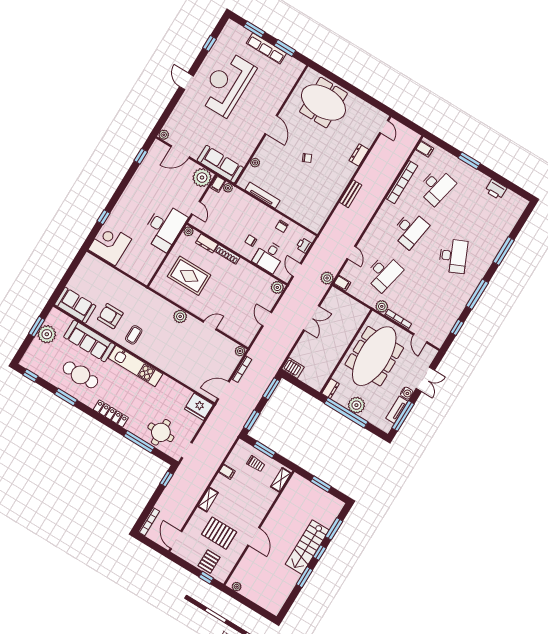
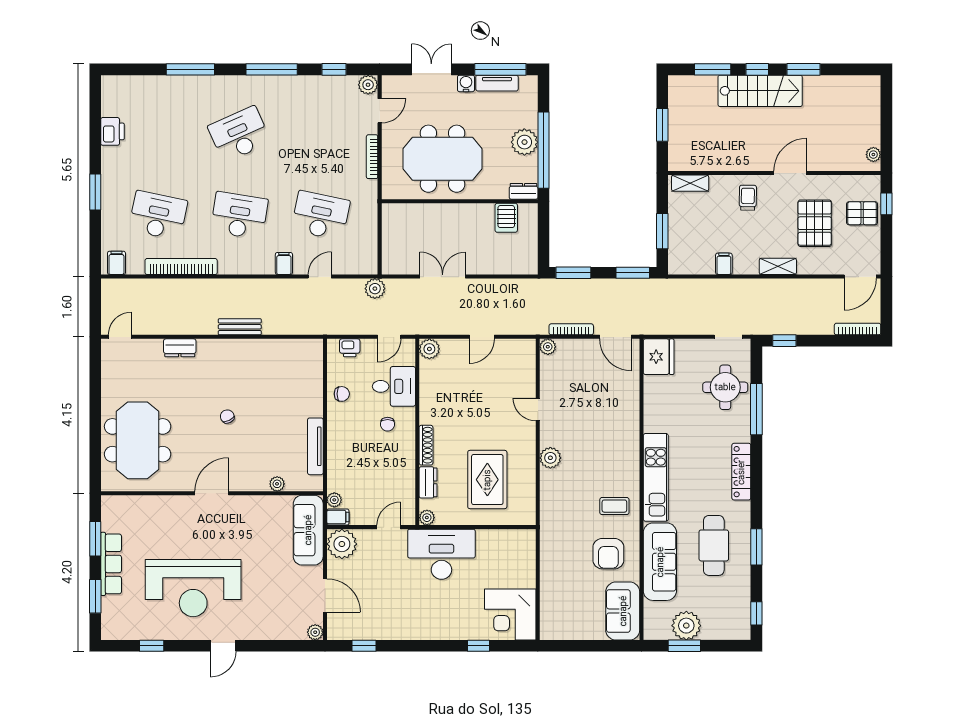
filing cabinet: (342, 283) -> (284, 263), moved
plant: (382, 306) -> (368, 85), moved
meeting table: (374, 356) -> (442, 159), width x0.73
server rack: (293, 368) -> (506, 218), moved, turned 180
trolley: (256, 464) -> (748, 198), moved

